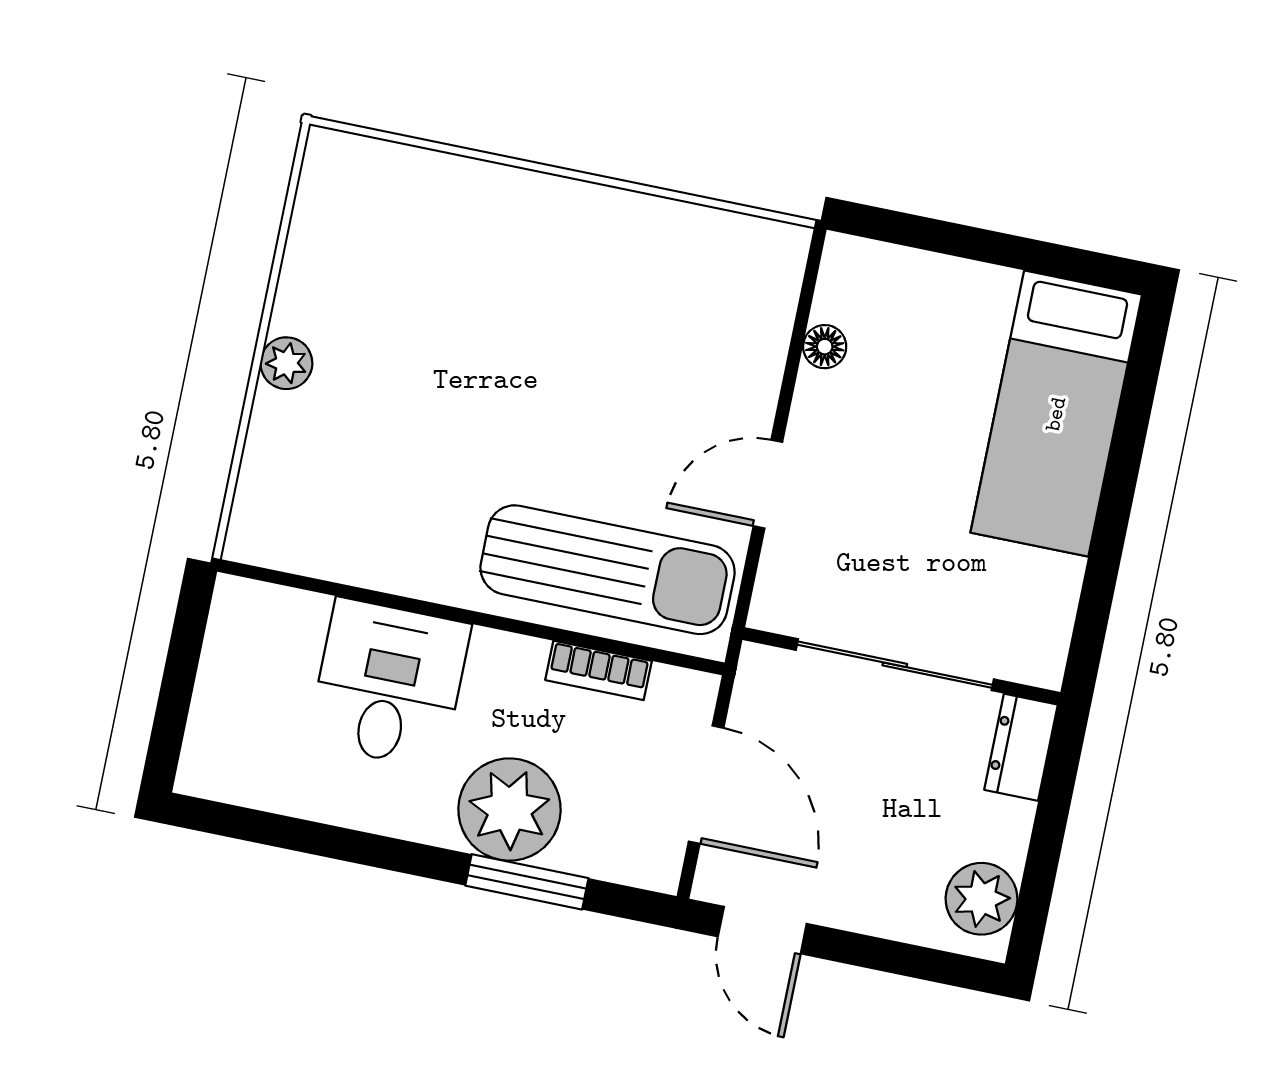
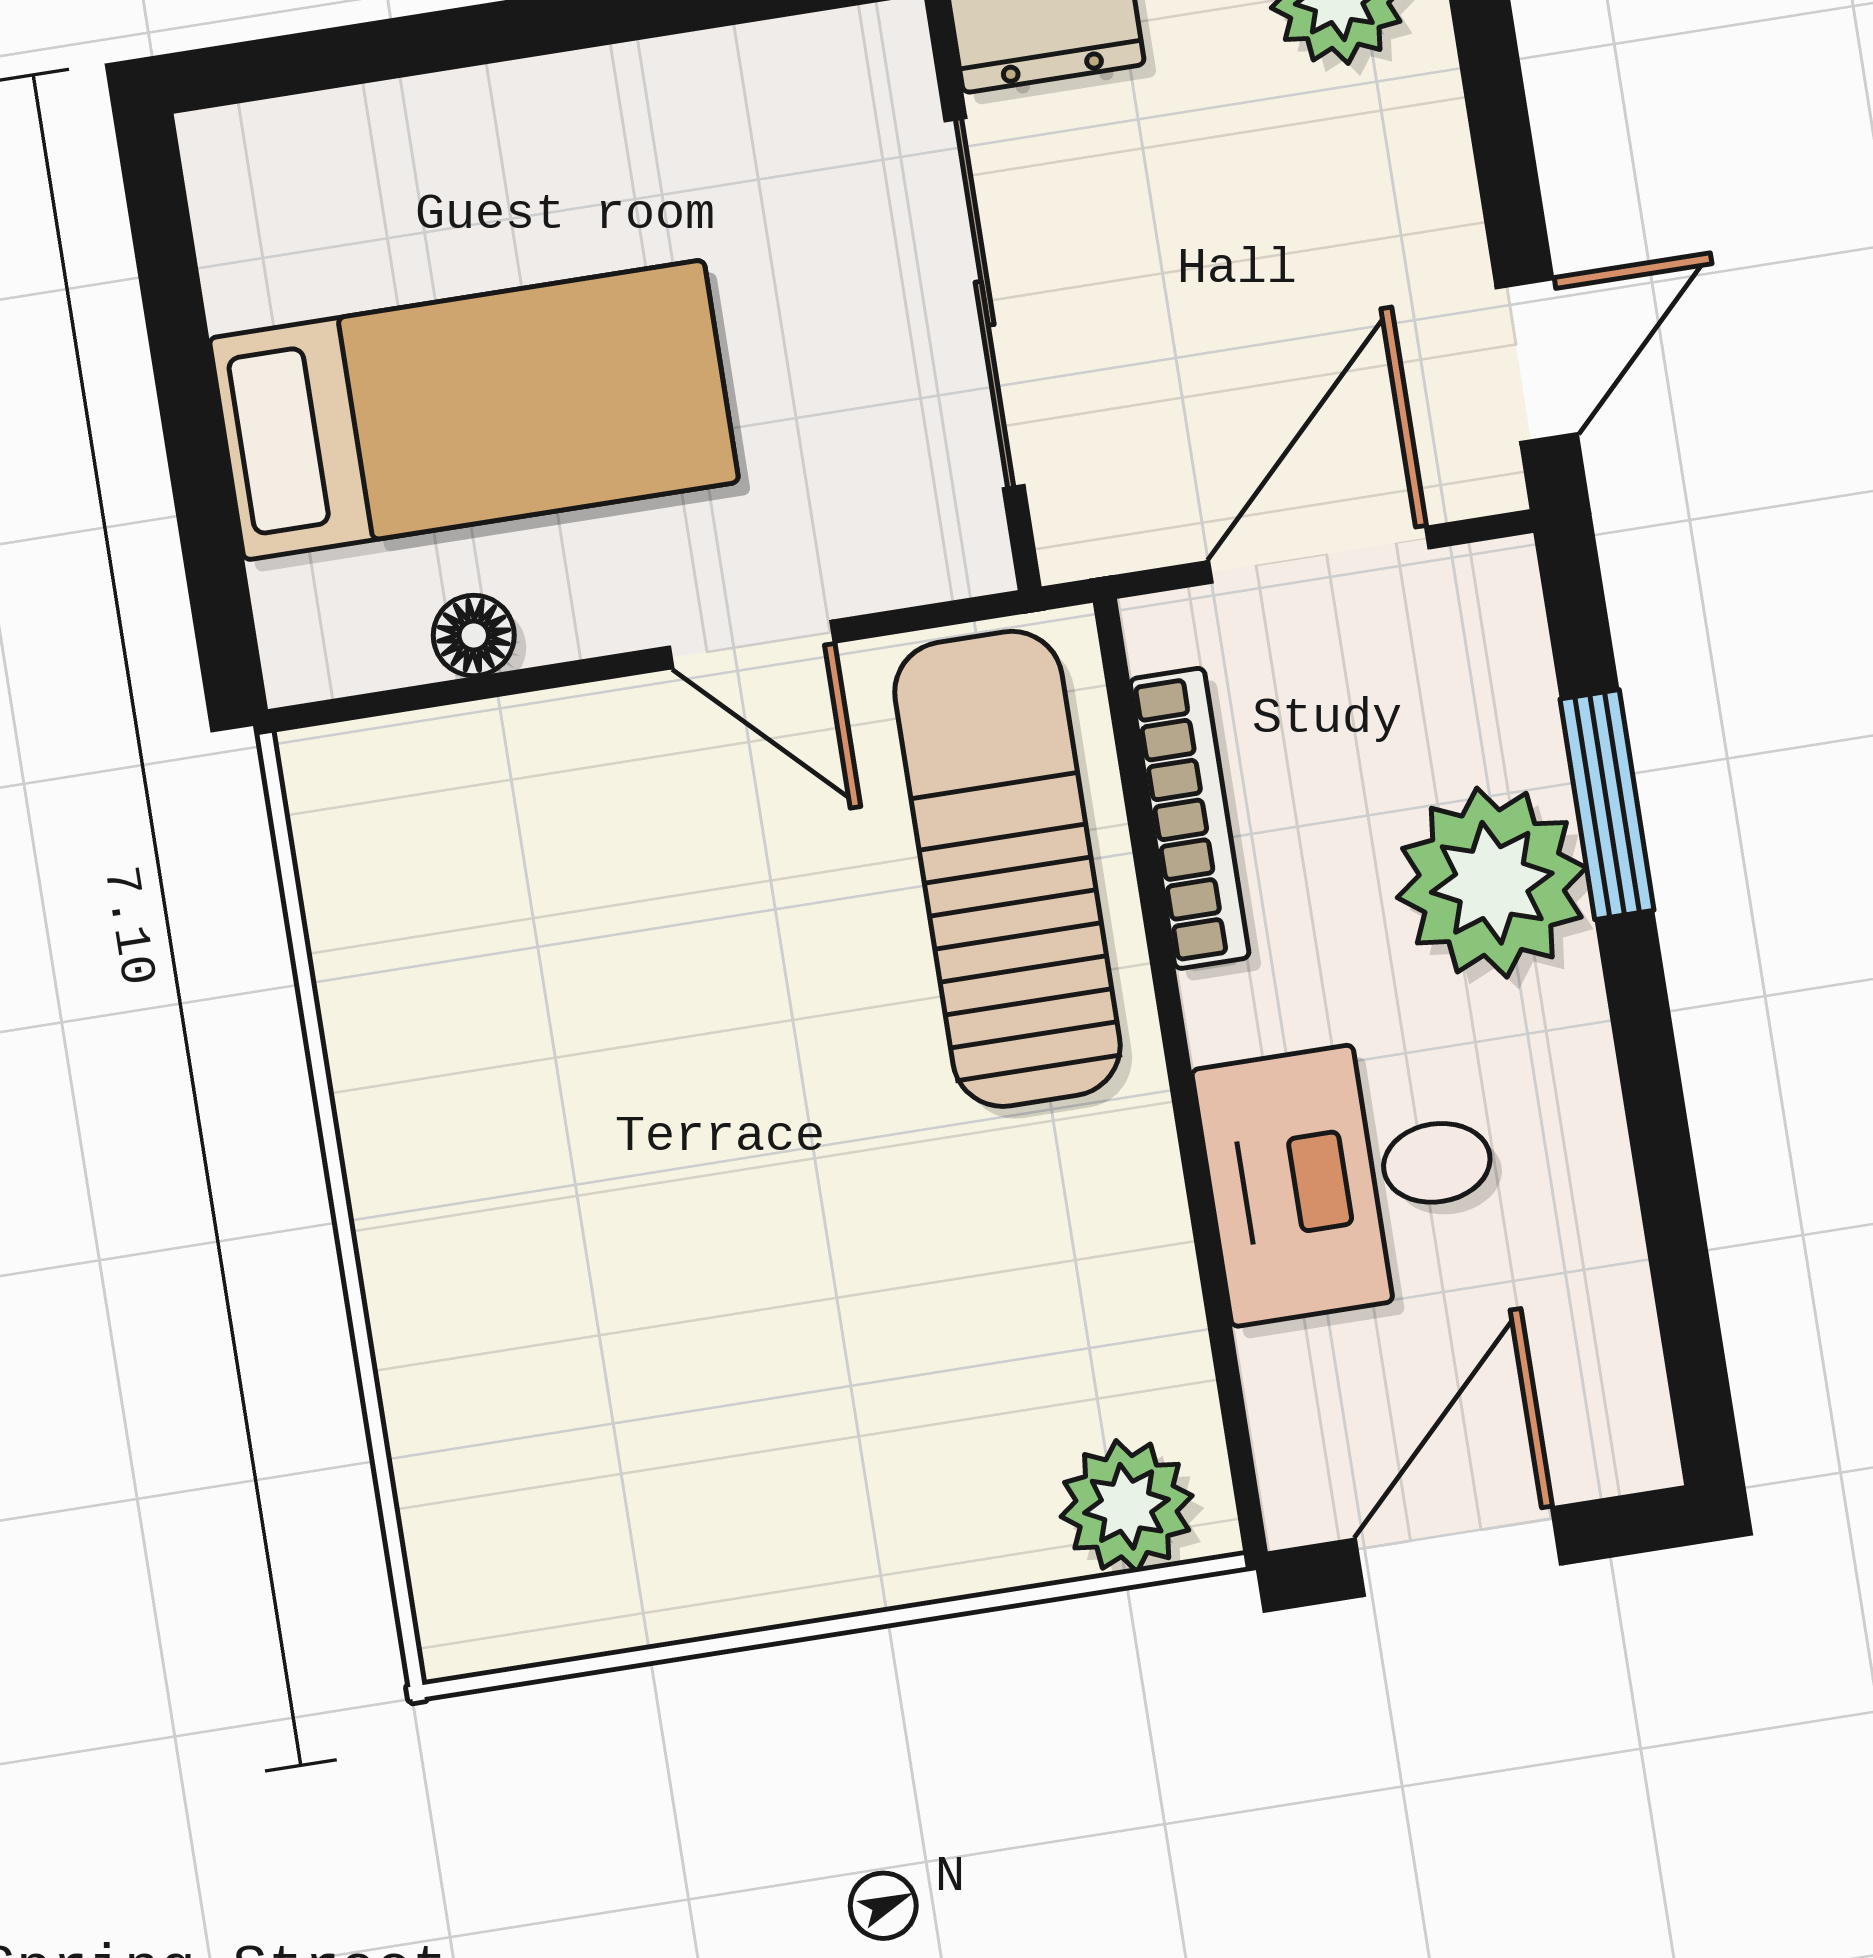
plant: (286, 363) -> (1127, 1506), moved, width x1.38, depth x1.38
bed: (1056, 414) -> (474, 410), moved
door: (181, 667) -> (1458, 1552), added
bookcase: (599, 670) -> (1190, 818), width x1.56

